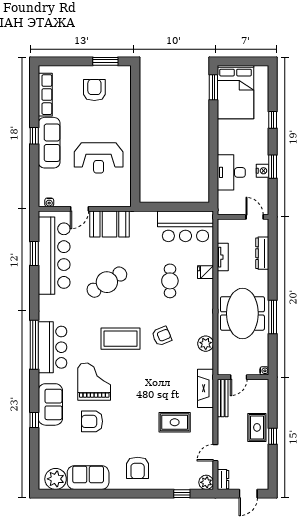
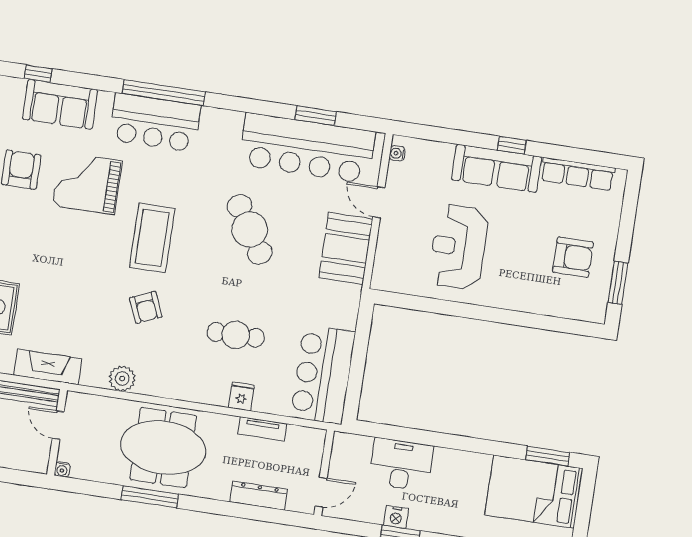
grand piano: (94, 382) -> (87, 183), turned 180

